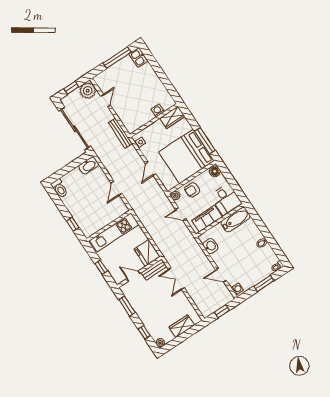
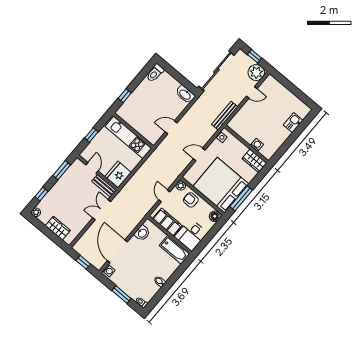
kitchen sink: (138, 57) -> (293, 123), moved
window: (117, 58) -> (296, 91), removed
door: (221, 275) -> (117, 251), width x1.87

